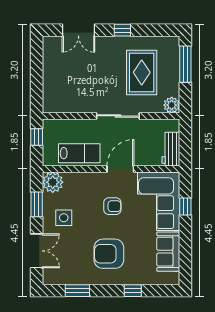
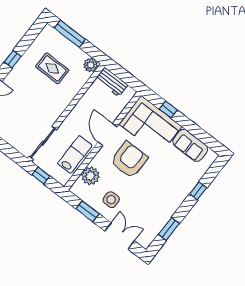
rug: (142, 72) -> (52, 68), width x0.73, depth x0.70
sliding door: (118, 116) -> (43, 143), moved
workbench: (171, 149) -> (112, 82), moved
plant: (53, 182) -> (90, 176), moved
armchair: (112, 206) -> (129, 160), width x1.88, depth x1.88
armchair: (109, 254) -> (160, 188), removed

